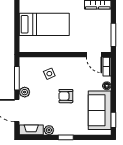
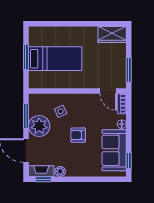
window: (17, 23) -> (26, 57), added
plant: (25, 92) -> (39, 126), width x1.88, depth x1.88
window: (66, 137) -> (43, 179), moved

